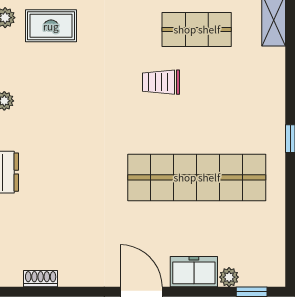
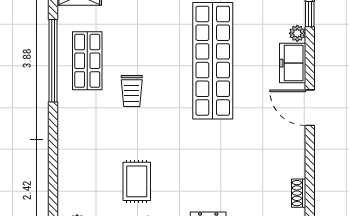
rug: (51, 26) -> (137, 181), moved
door: (141, 292) -> (310, 108), hinge flipped

